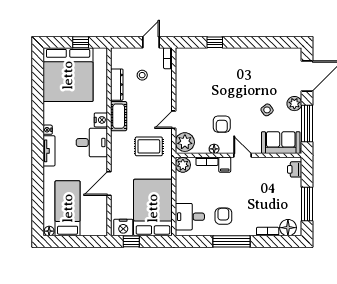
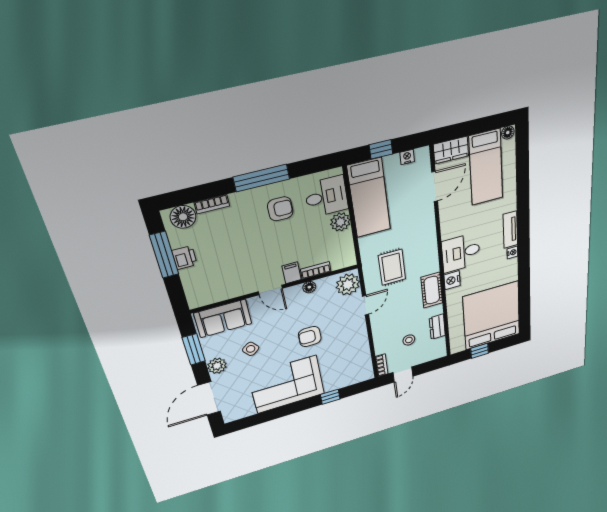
corner sofa: (247, 67) -> (287, 384), added
dresser: (117, 85) -> (437, 327), width x0.70
armchair: (222, 124) -> (310, 337), moved, turned -90
window: (307, 124) -> (194, 349), width x0.69
rug: (149, 146) -> (392, 267), turned 90
plant: (183, 165) -> (340, 222), moved
printer: (295, 169) -> (184, 258), moved
door: (109, 183) -> (435, 187), moved
bed: (153, 208) -> (369, 198), width x0.67
armchair: (223, 216) -> (280, 209), turned -90
nightstand: (123, 227) -> (407, 157), width x0.53, depth x0.56
wardrobe: (94, 228) -> (451, 150), added
window: (131, 241) -> (381, 149), moved

